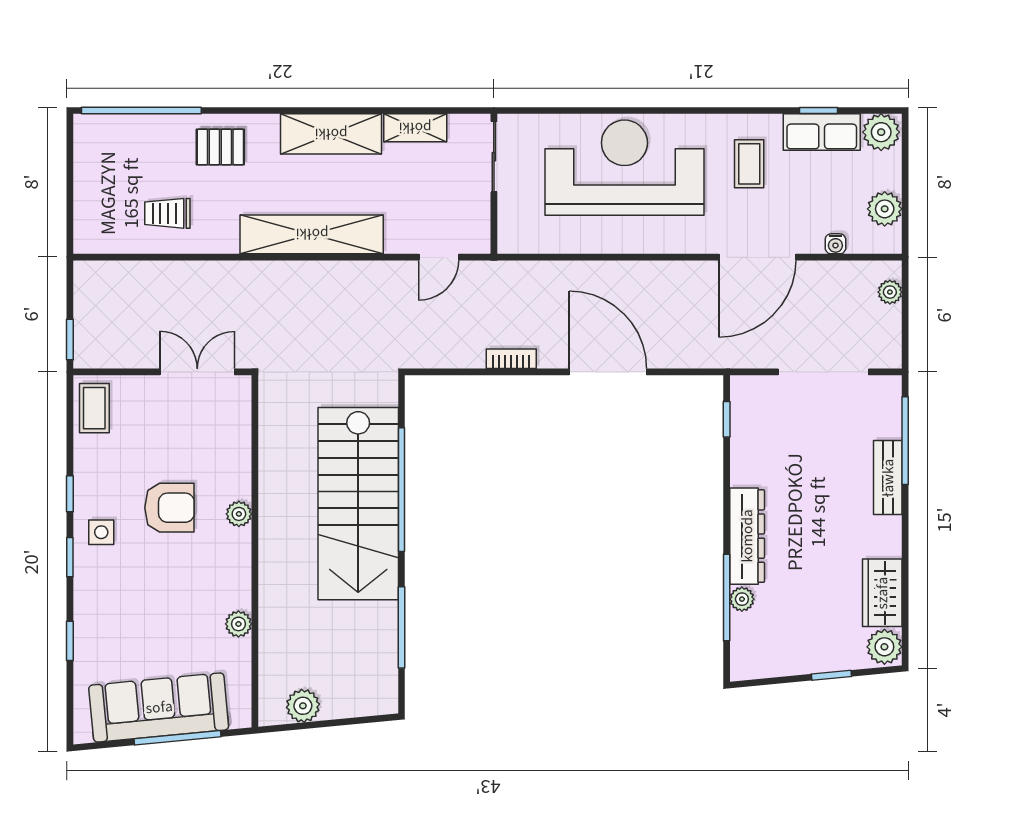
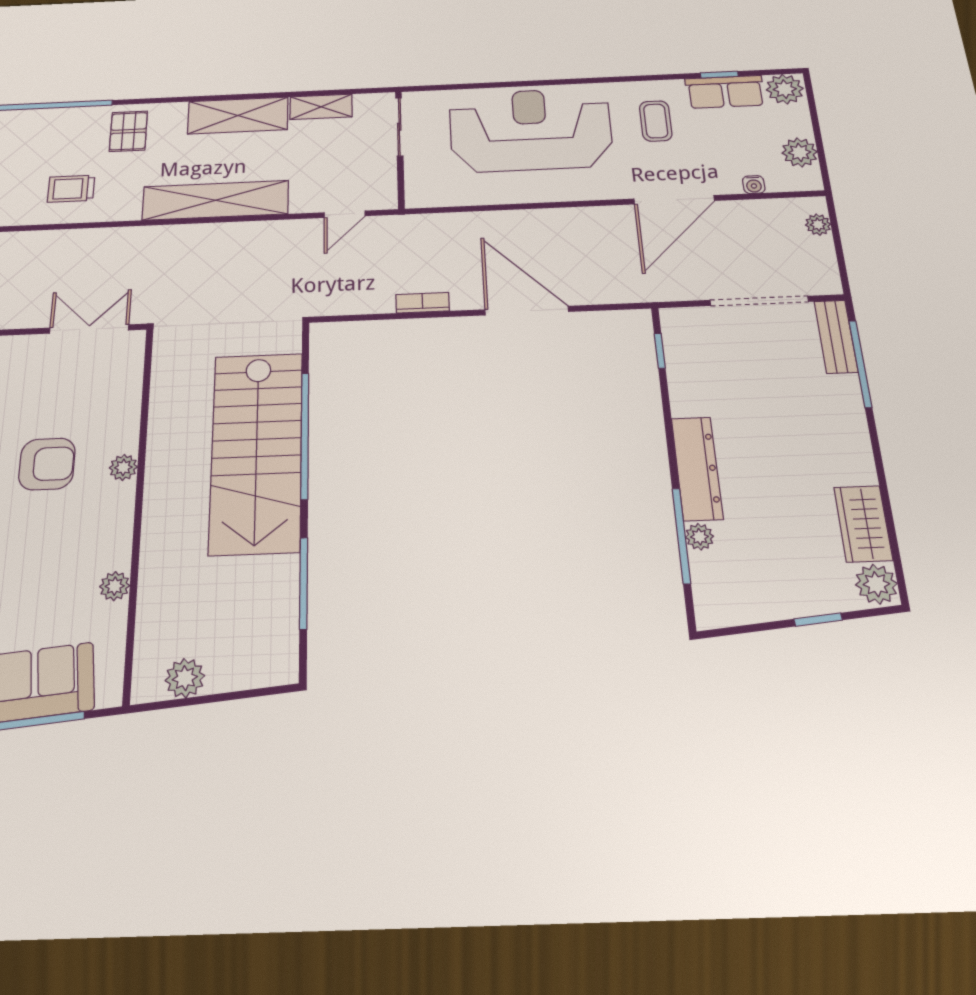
pallet: (220, 147) -> (128, 131), turned 90
bench: (888, 478) -> (836, 337), moved

